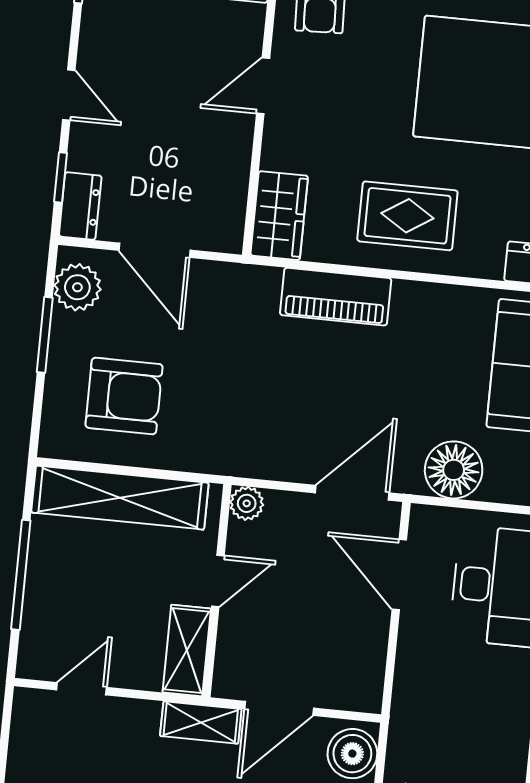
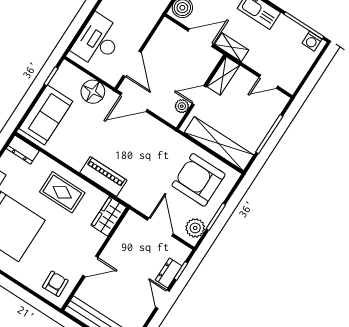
dresser: (80, 206) -> (169, 273), moved
armchair: (124, 396) -> (199, 180), width x1.36, depth x1.36
plant: (247, 503) -> (182, 106), moved

